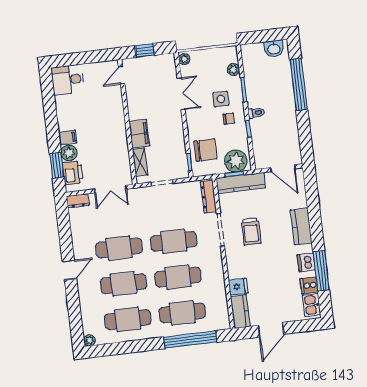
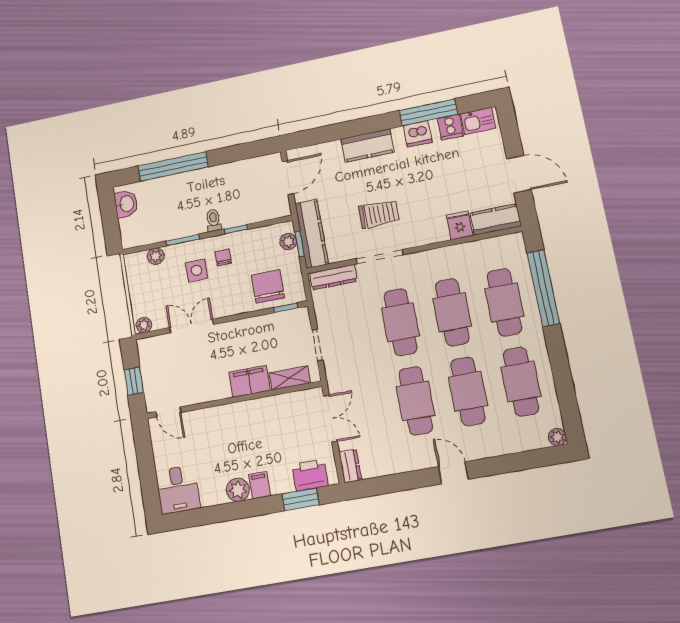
plant: (69, 153) -> (238, 490), moved
plant: (236, 161) -> (288, 241), width x0.53, depth x0.53

